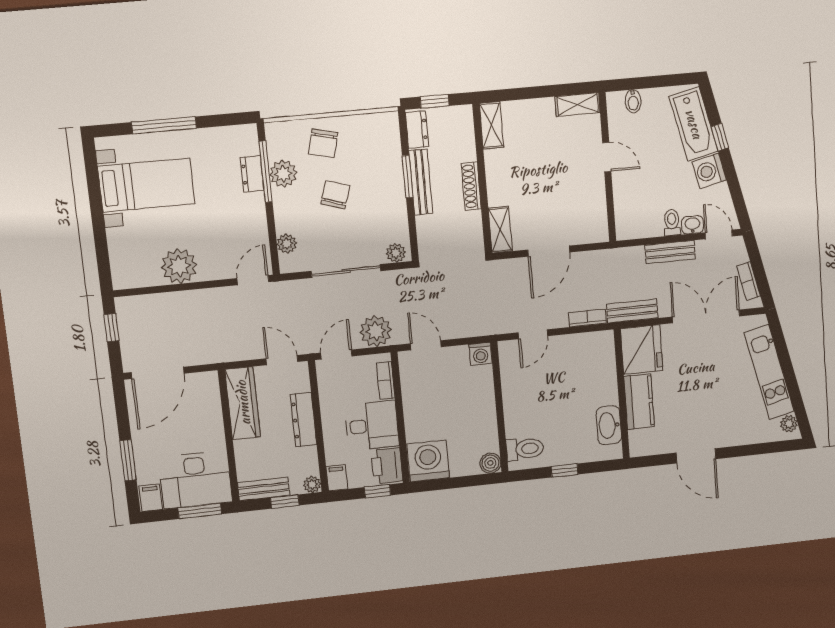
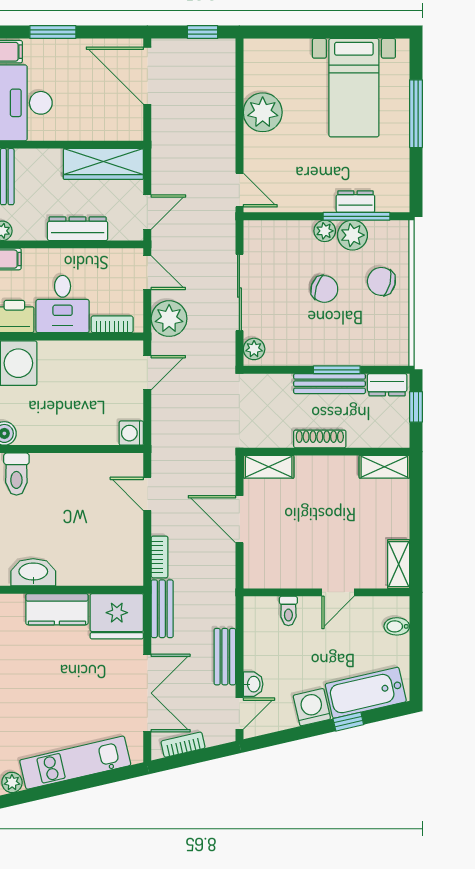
toilet: (672, 223) -> (288, 611), moved, turned 90
plant: (287, 244) -> (325, 231), moved

